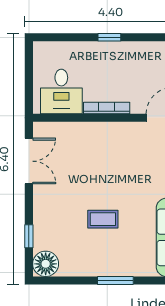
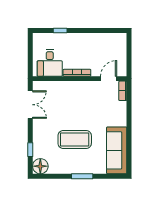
window: (109, 37) -> (60, 30), moved
coffee table: (103, 219) -> (75, 139), width x1.86, depth x1.72

